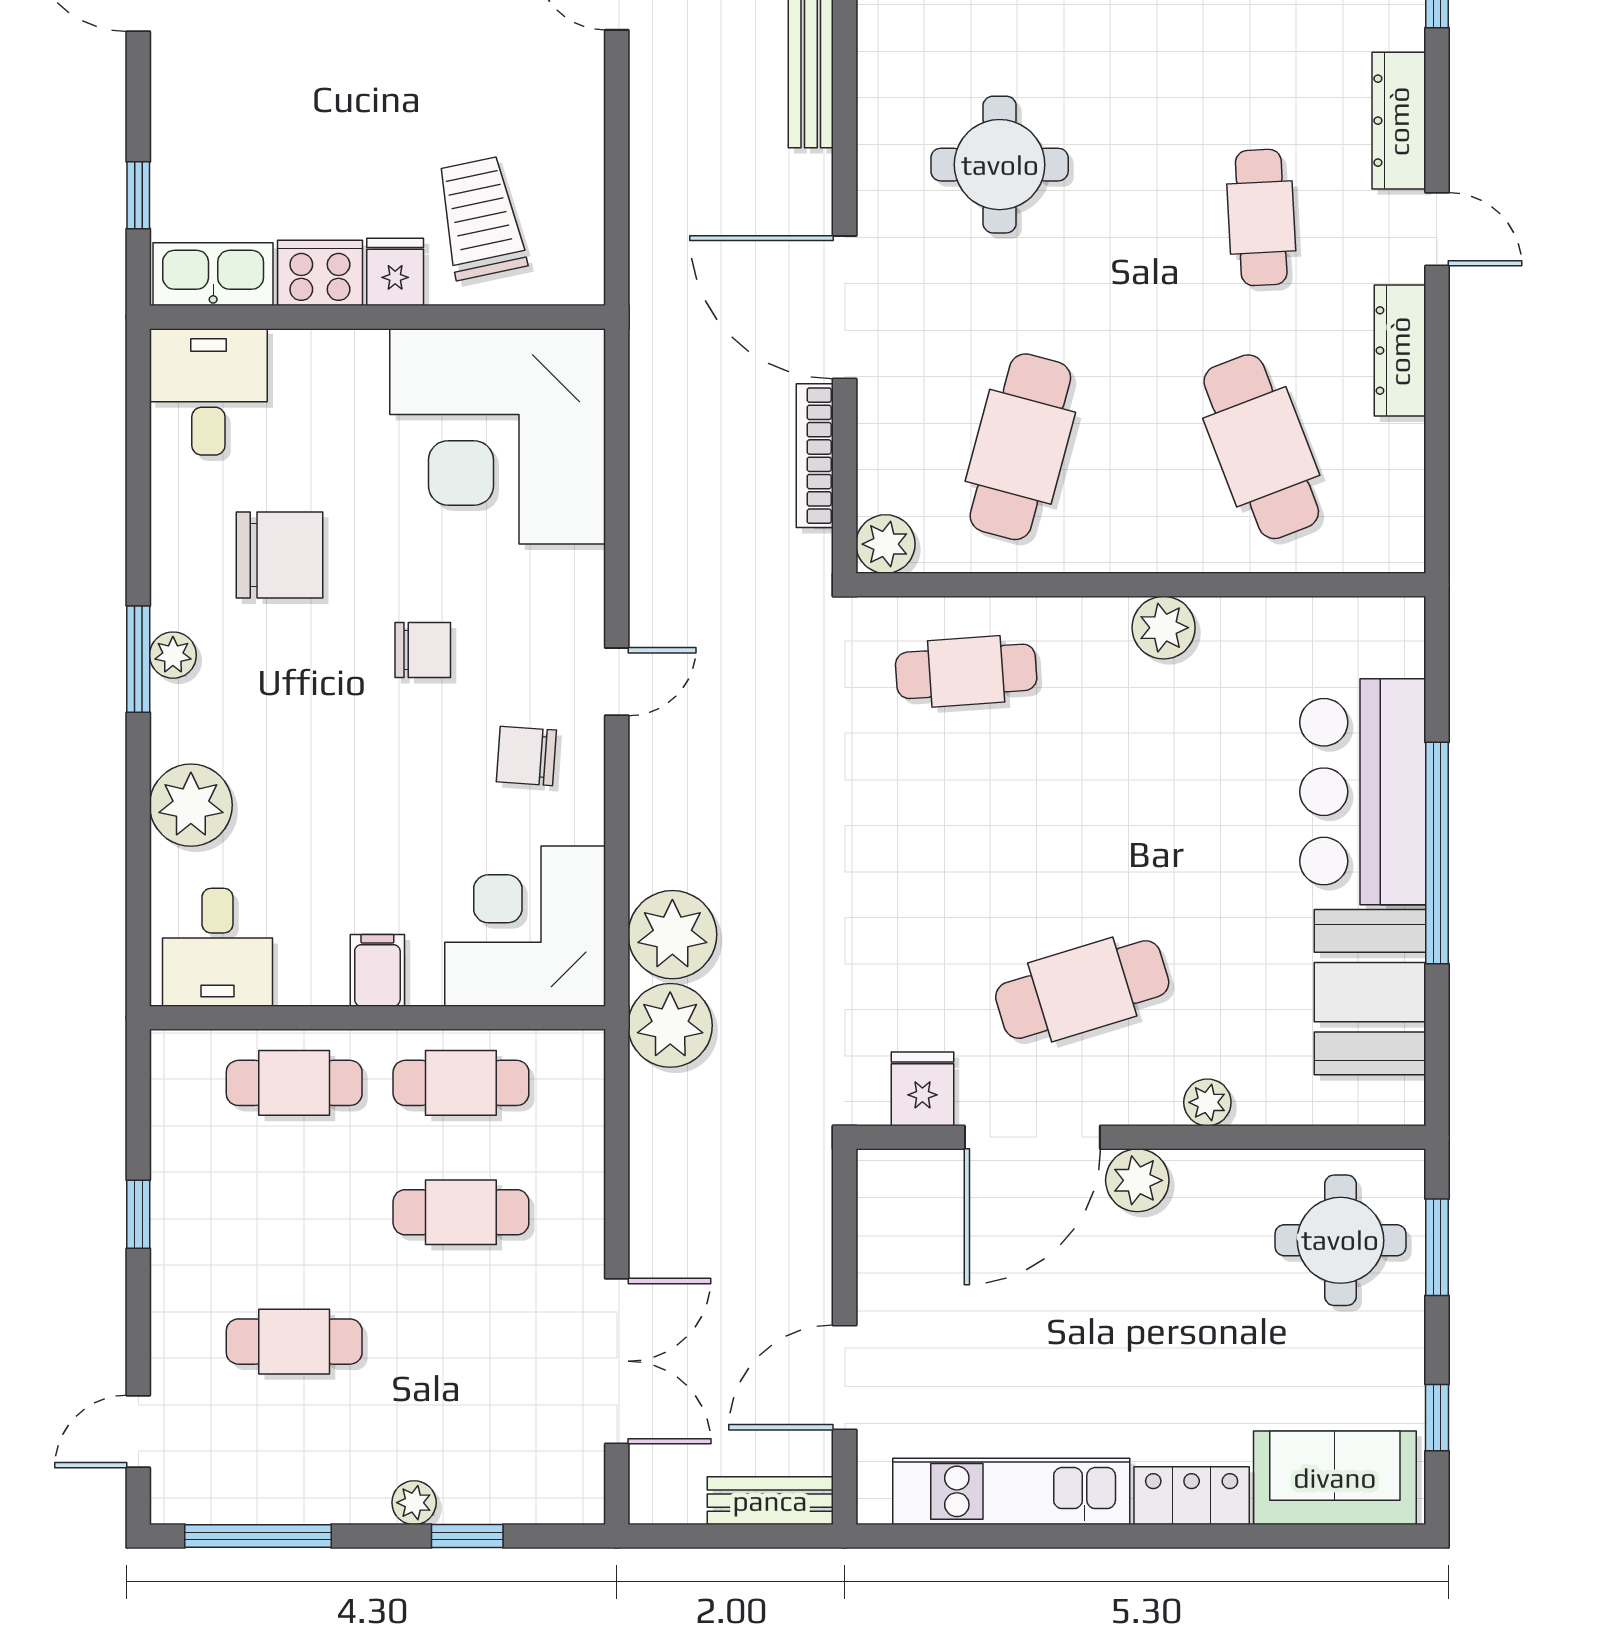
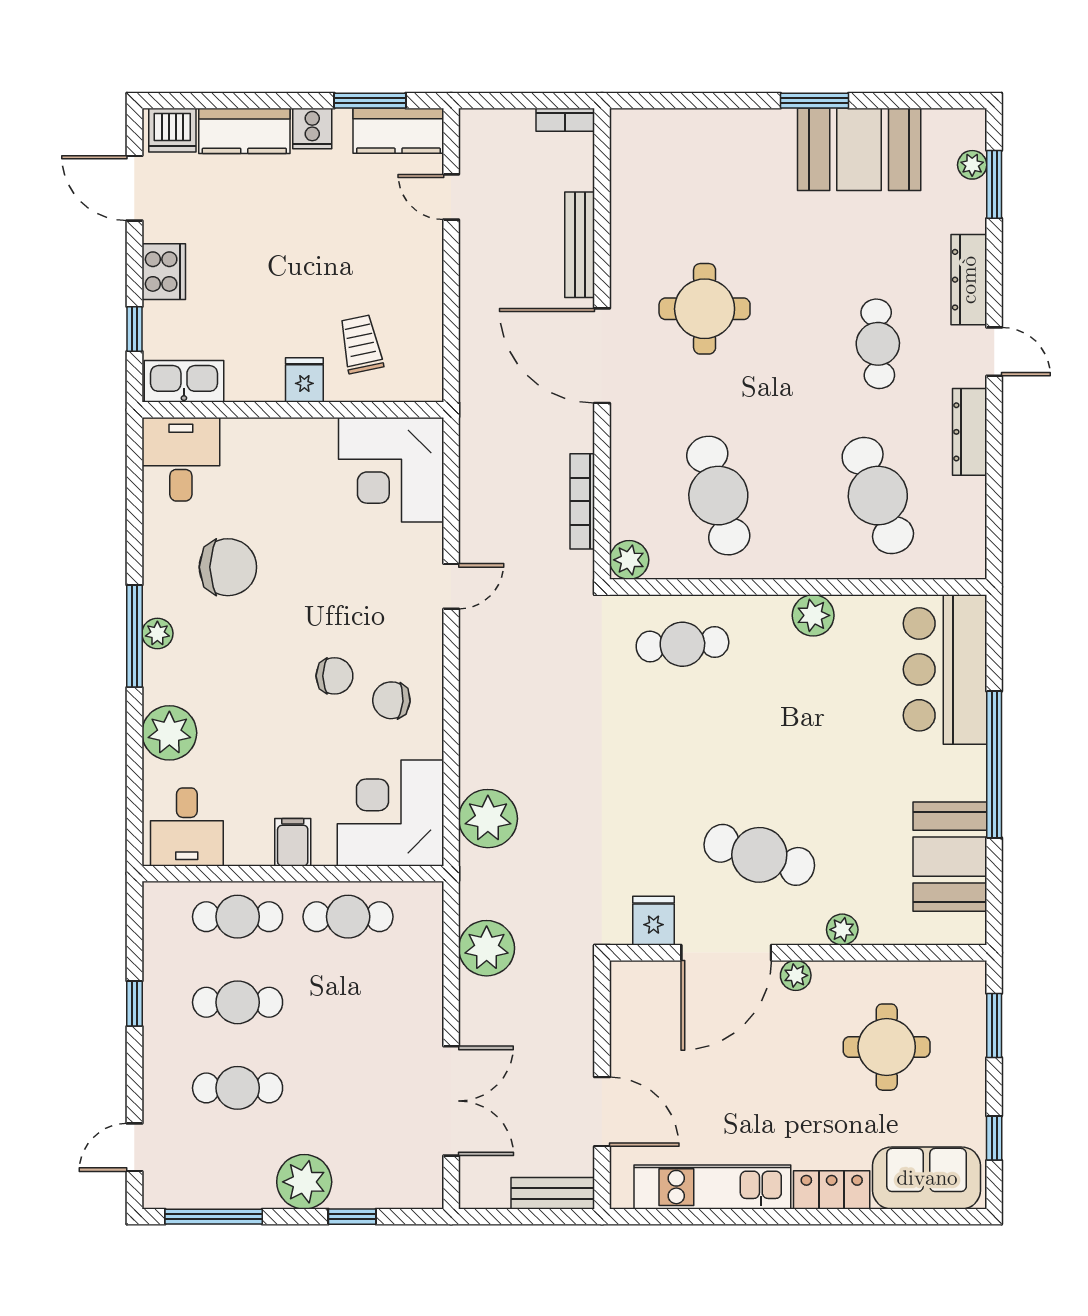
trolley: (480, 218) -> (361, 344), width x0.73, depth x0.72
cooker: (320, 273) -> (164, 272), moved, turned 90
door: (845, 307) -> (602, 356), moved
corner desk: (498, 436) -> (391, 470), width x0.74, depth x0.74
cafe table: (1020, 447) -> (718, 496), turned -30
chair: (423, 650) -> (334, 676), moved
window: (138, 659) -> (134, 636), width x1.44
door: (617, 682) -> (451, 586), moved
bar counter: (1363, 792) -> (945, 669), moved
cafe table: (1082, 990) -> (759, 855), turned 34
plant: (670, 1025) -> (487, 948), moved
plant: (1137, 1180) -> (796, 975), width x0.73, depth x0.73
cafe table: (461, 1212) -> (238, 1002), moved
round table: (1340, 1240) -> (887, 1047), moved
door: (845, 1377) -> (602, 1112), swing flipped
plant: (414, 1503) -> (304, 1182), width x1.87, depth x1.87

